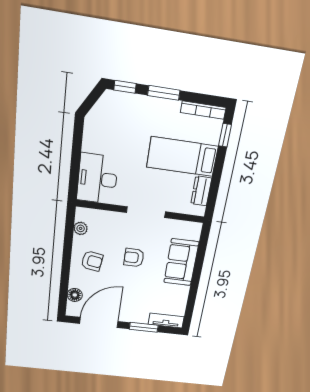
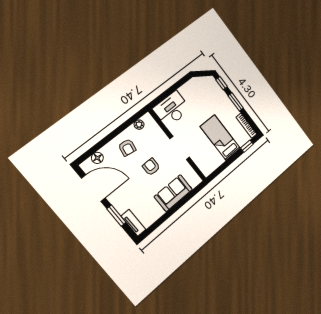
dresser: (201, 191) -> (215, 163), removed

